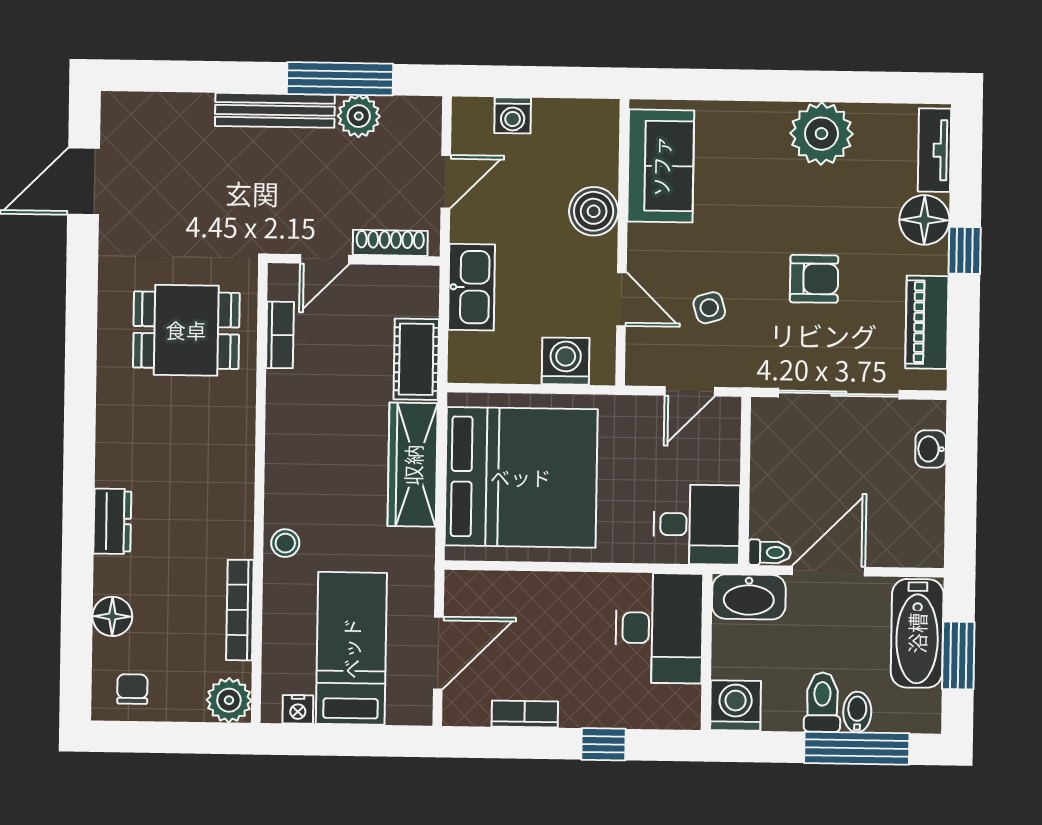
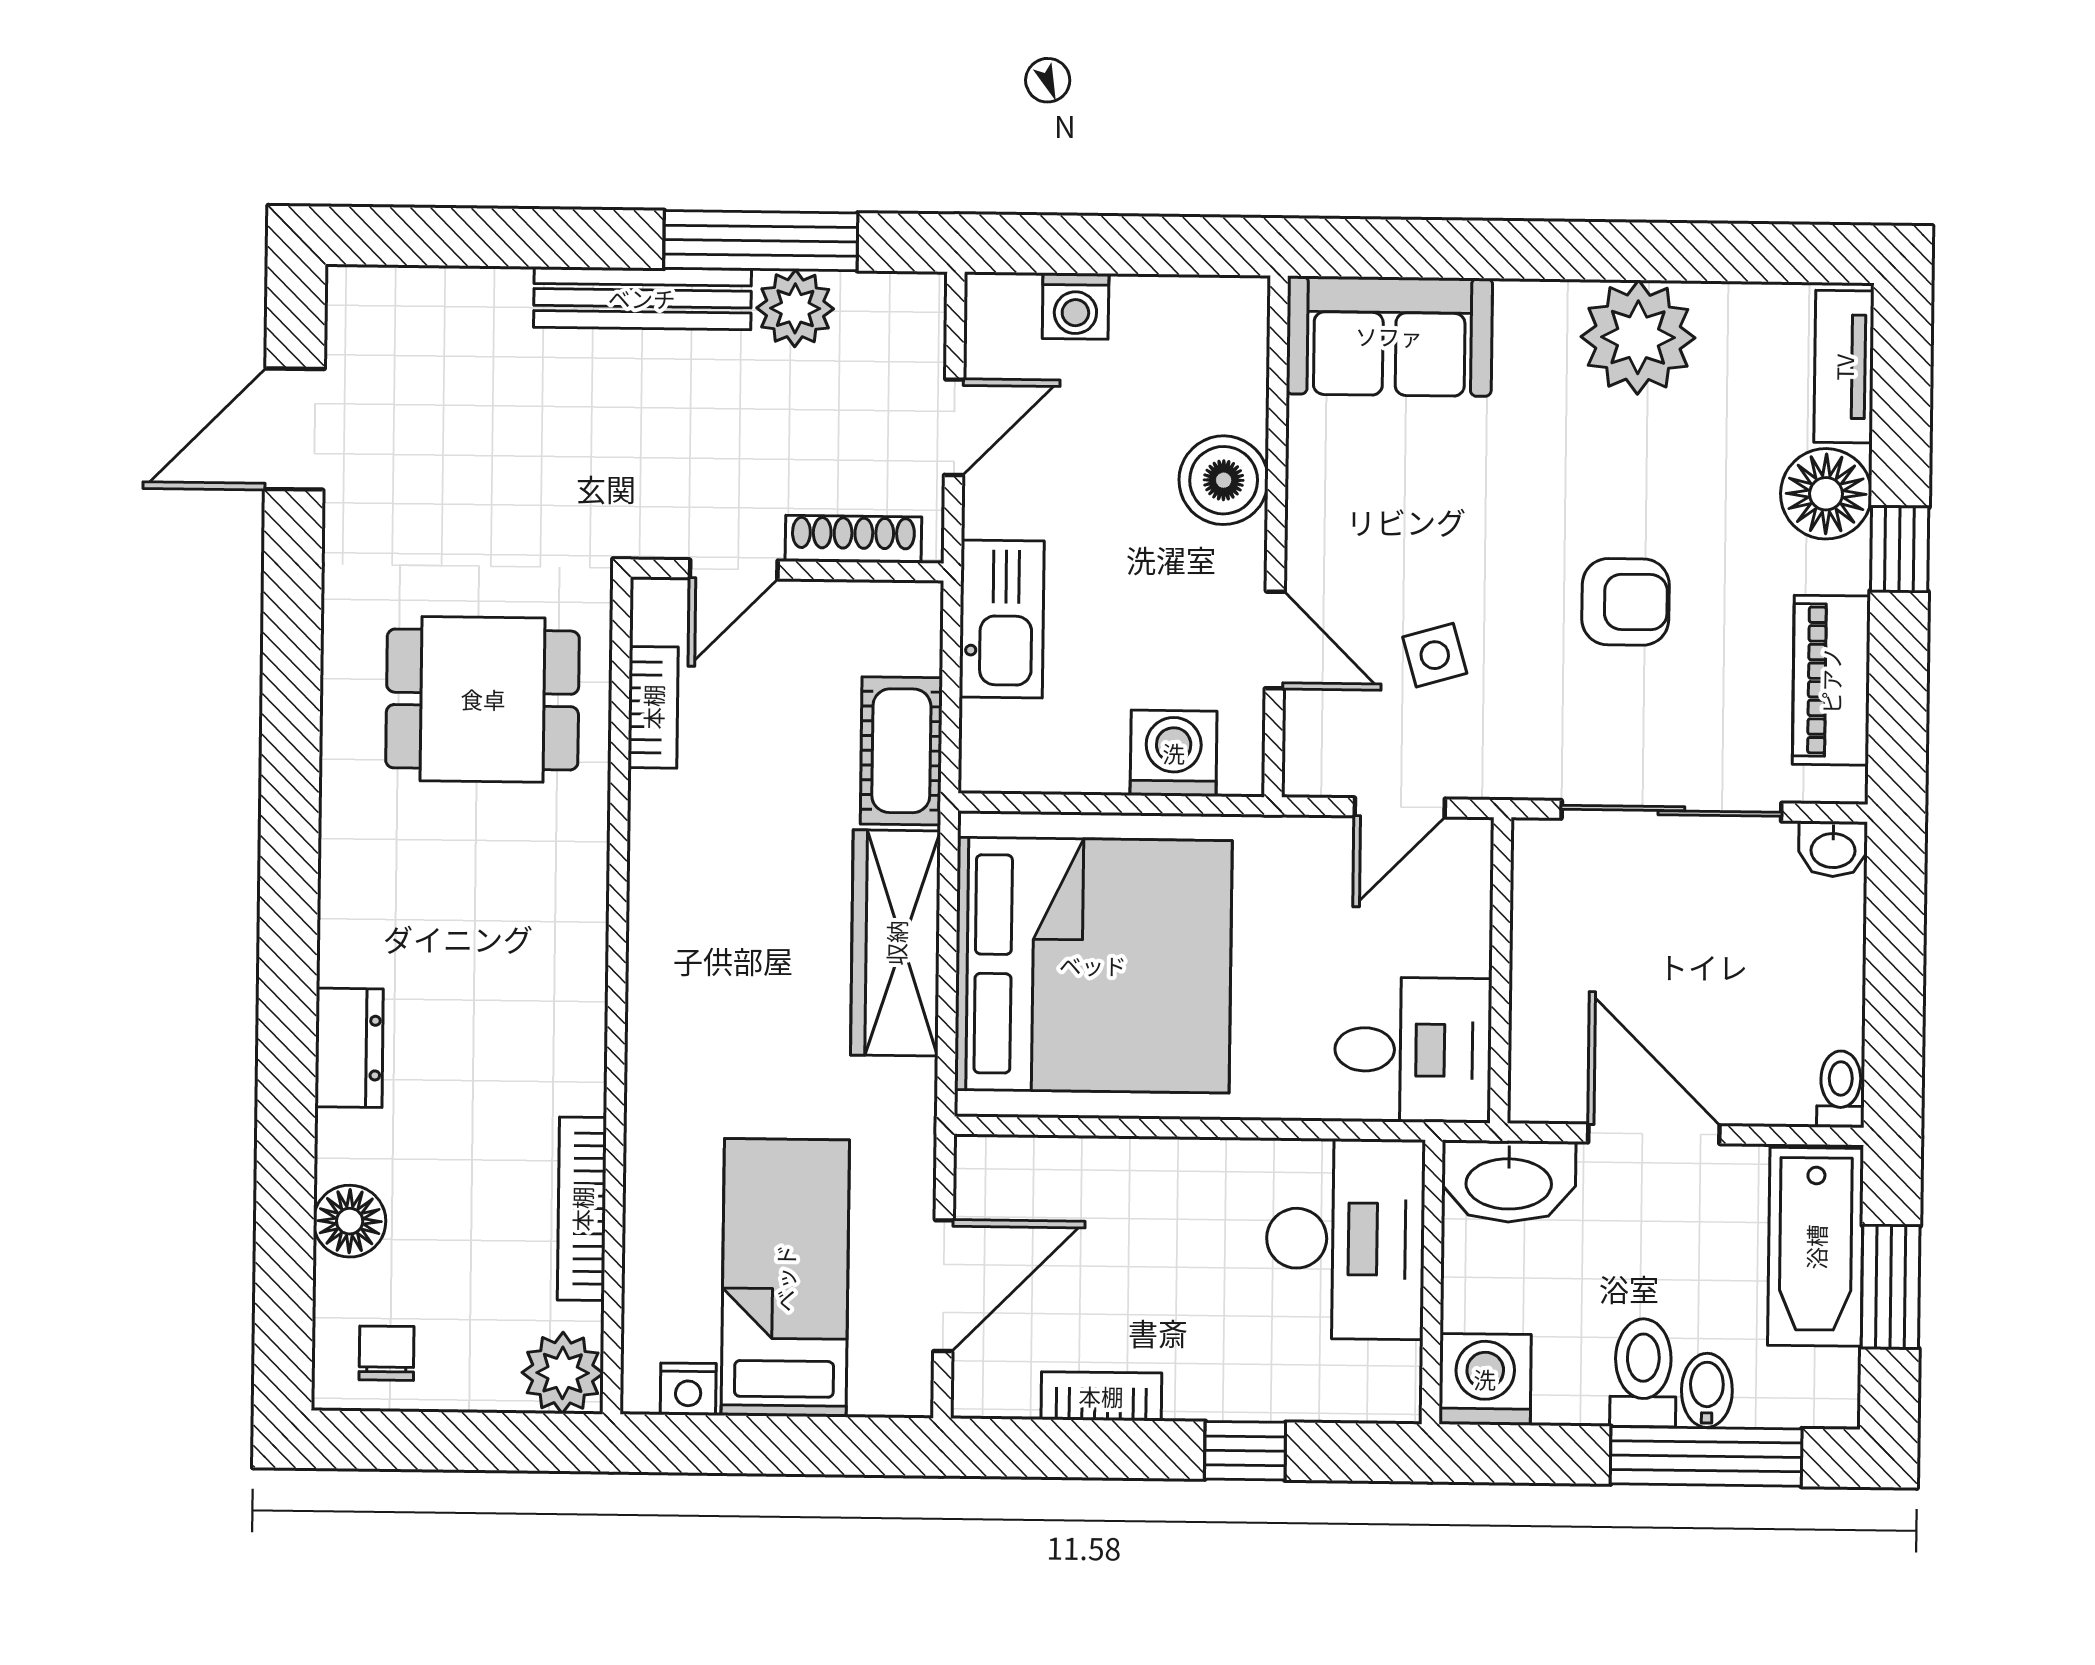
sofa: (661, 166) -> (1389, 336), moved, turned 90
washbasin: (931, 449) -> (1833, 849), moved, turned -90
stool: (285, 543) -> (664, 1086), removed
toilet: (769, 552) -> (1841, 1089), moved, turned -90
door: (829, 571) -> (1654, 1134), hinge flipped

